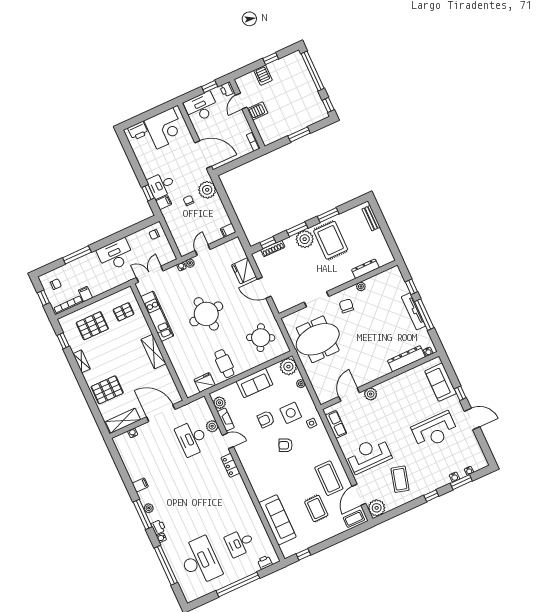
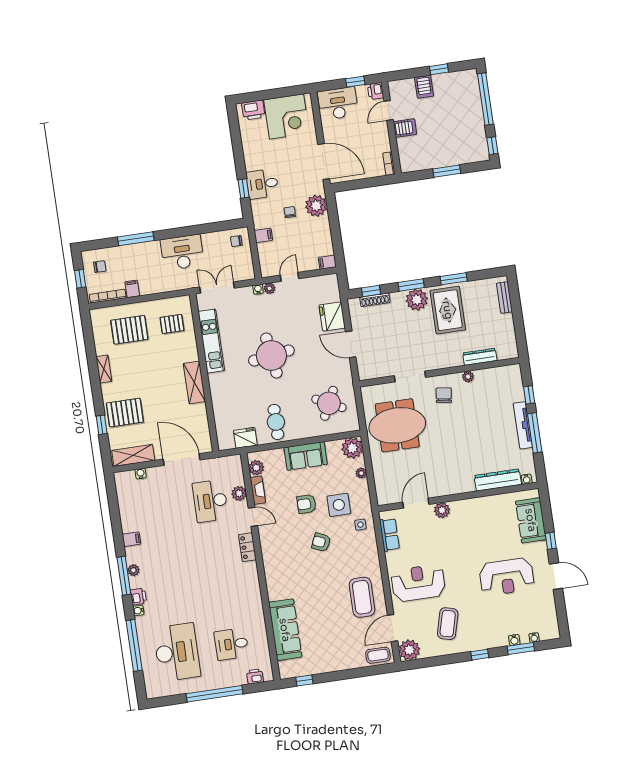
filing cabinet: (164, 203) -> (263, 235), moved
window: (63, 341) -> (102, 425), moved
rug: (316, 509) -> (336, 630), removed

